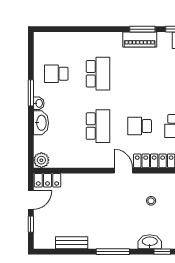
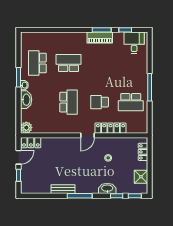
school desk: (56, 74) -> (37, 63), width x1.85
school desk: (98, 74) -> (69, 63), turned -90
door: (123, 171) -> (88, 135), swing flipped
bench: (72, 243) -> (63, 189), moved

